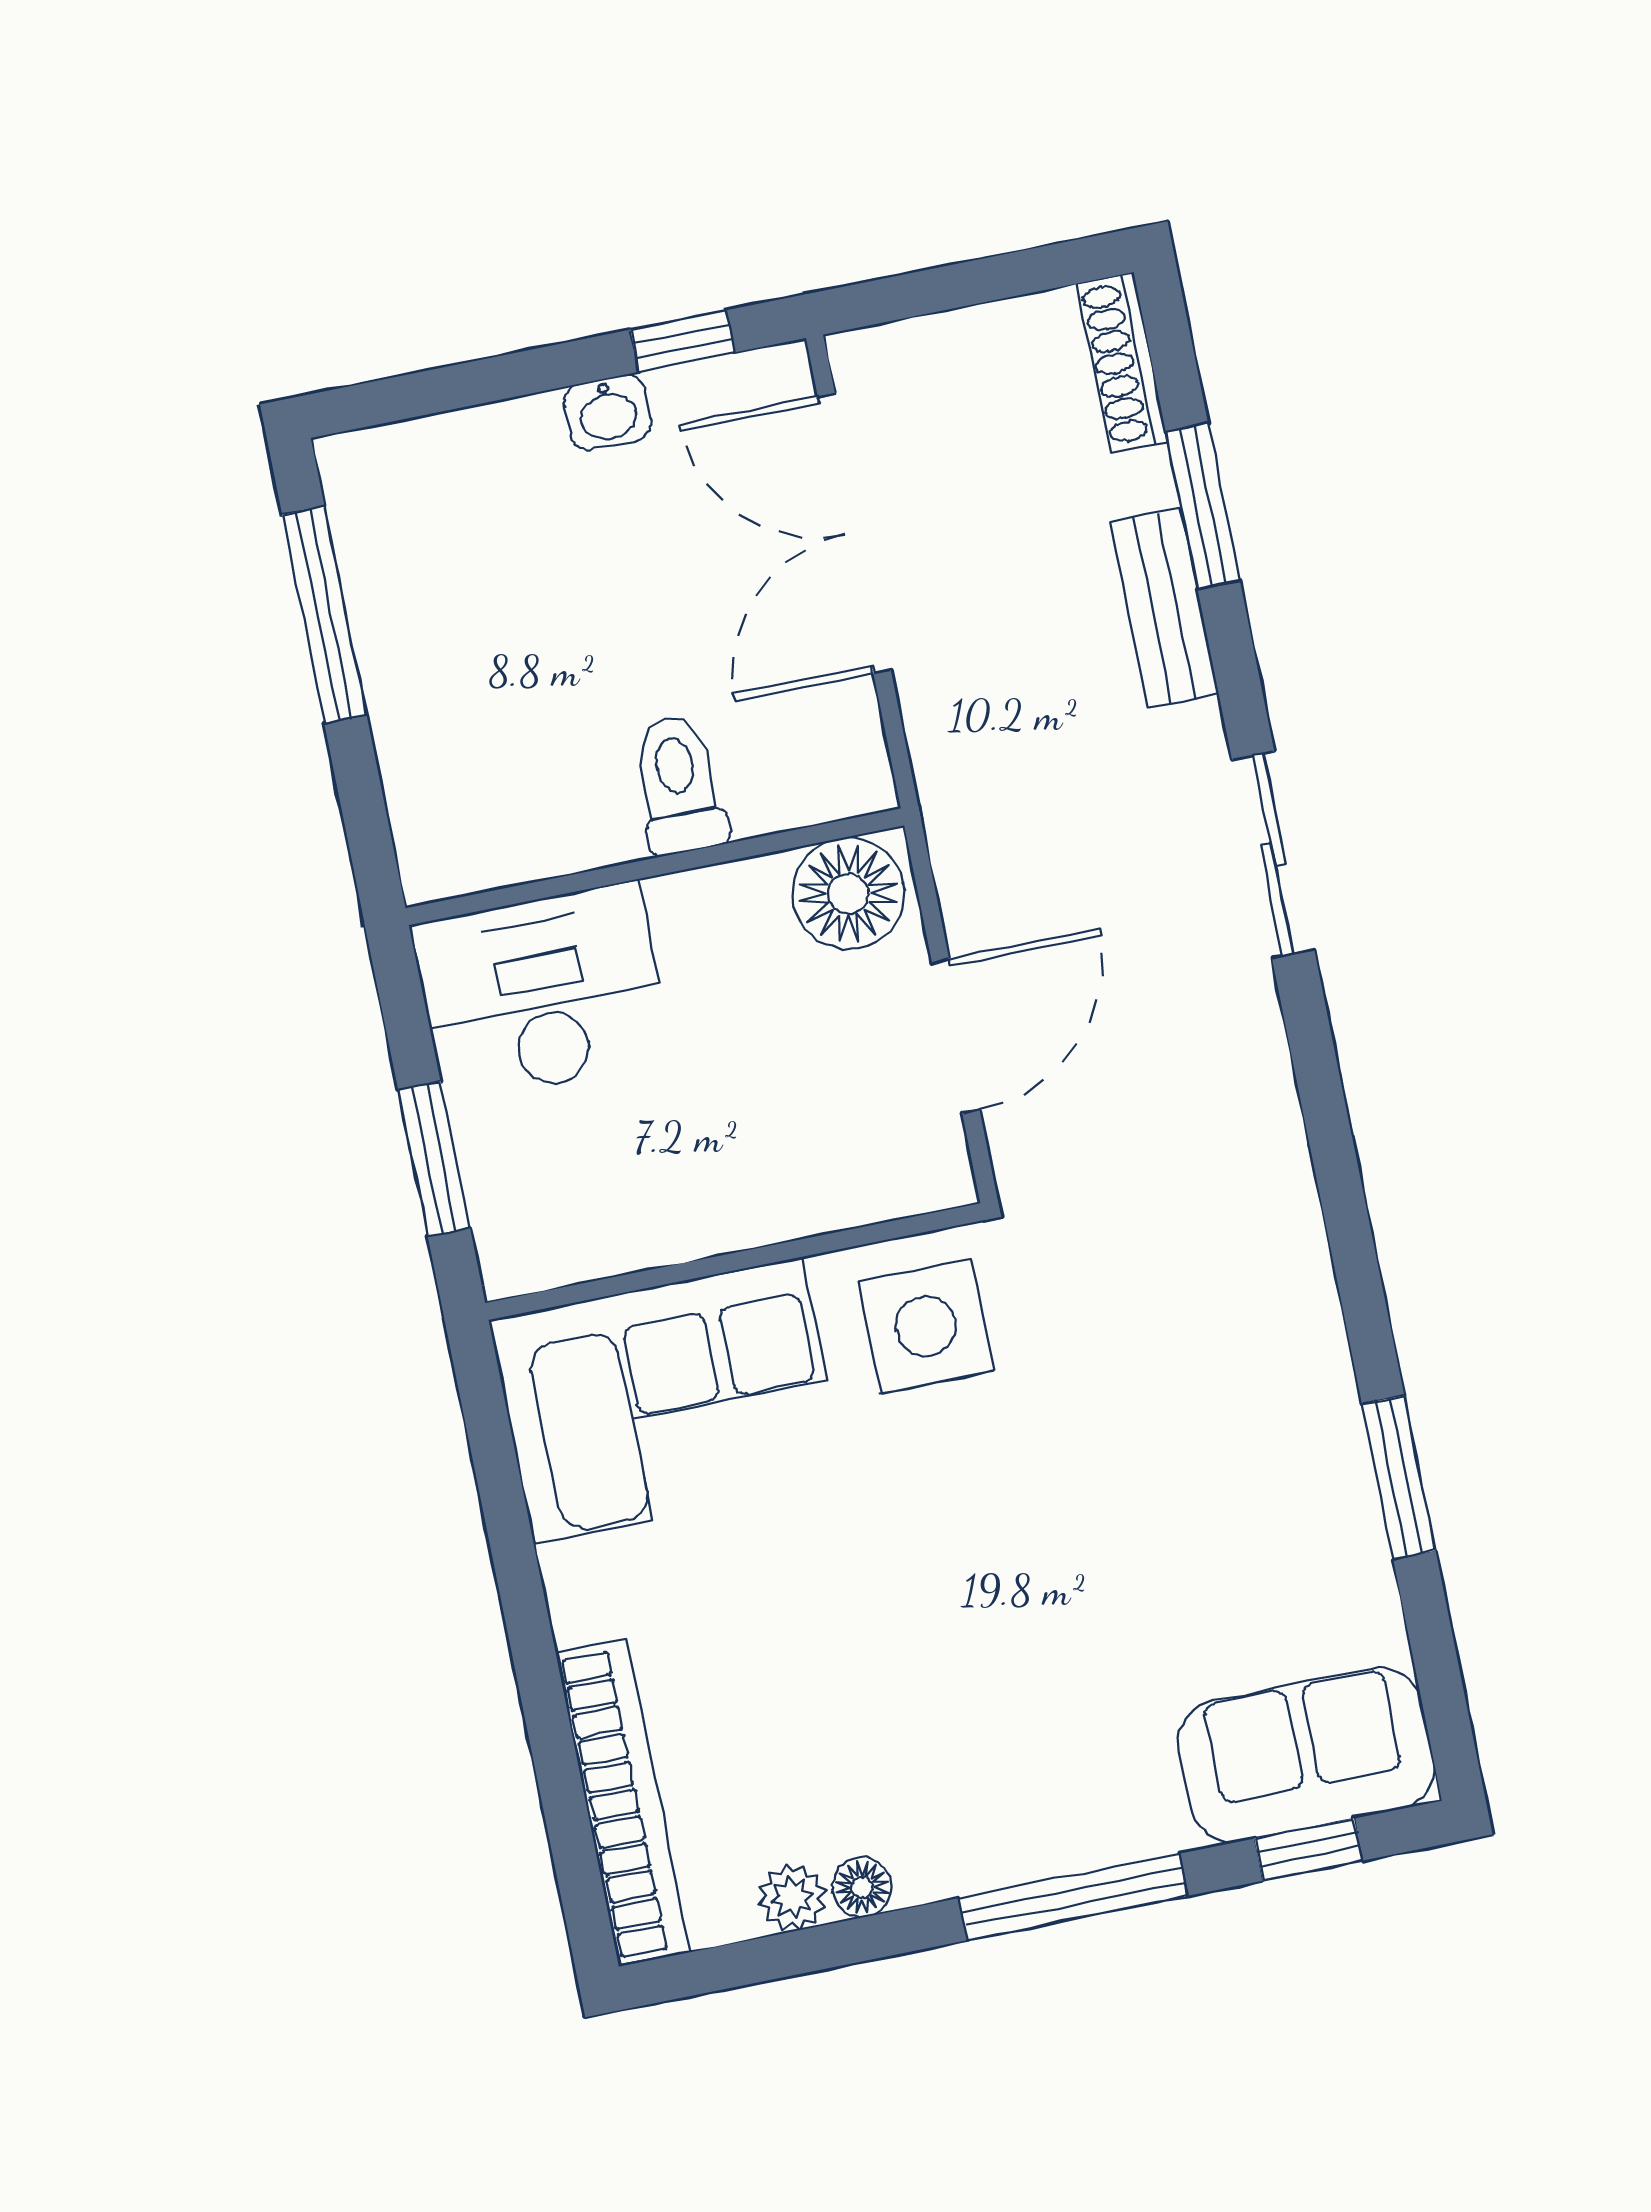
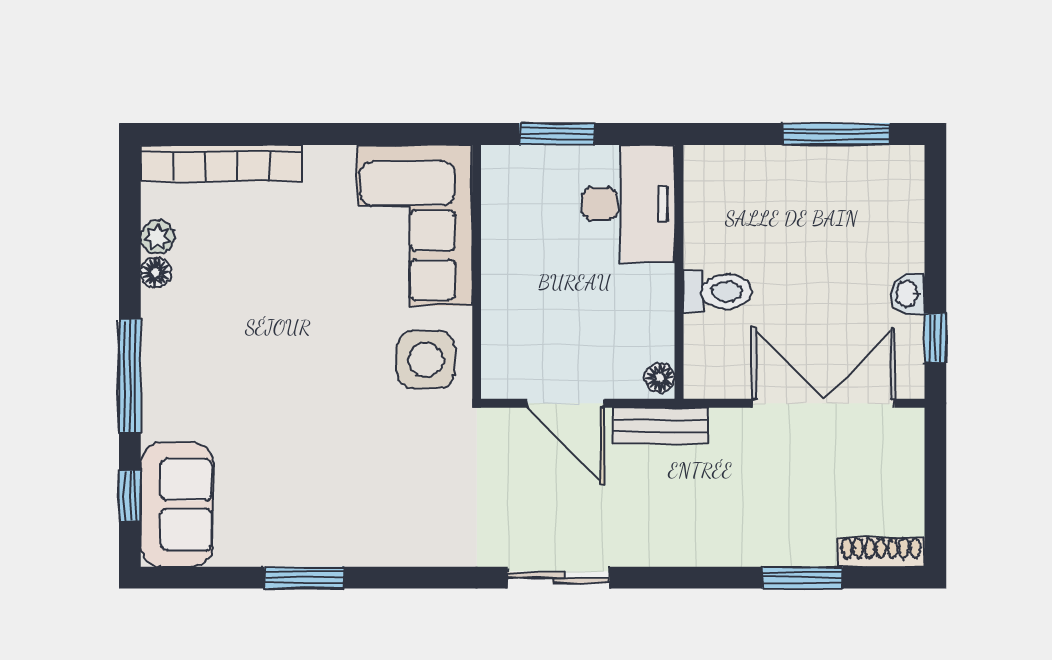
bench: (1164, 608) -> (661, 426), moved
sliding door: (1273, 855) -> (558, 578), moved
floor lamp: (848, 894) -> (660, 378), width x0.53, depth x0.53

